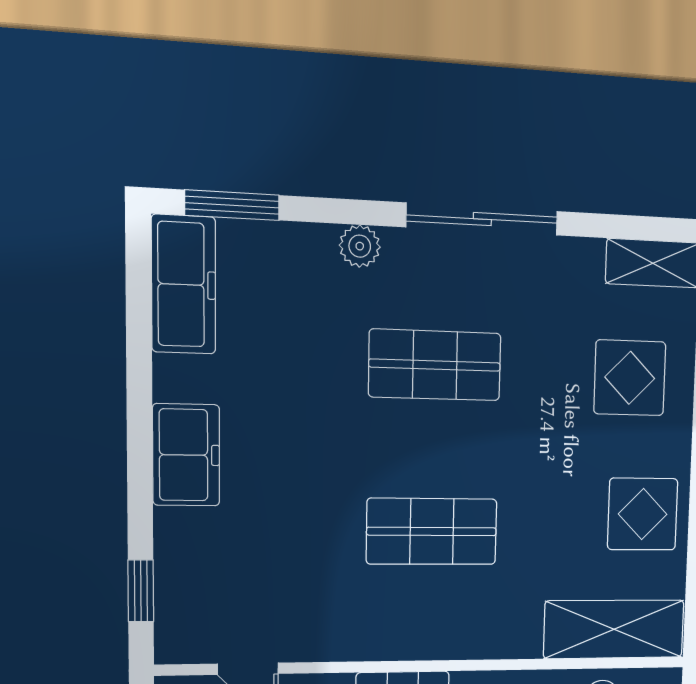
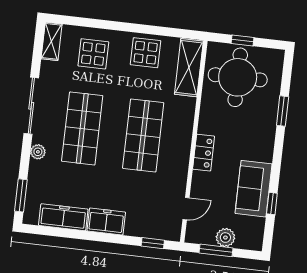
freezer: (184, 284) -> (63, 217), moved
shop shelf: (435, 365) -> (82, 128), width x1.43, depth x1.36
shop shelf: (432, 531) -> (143, 135), width x1.43, depth x1.36

